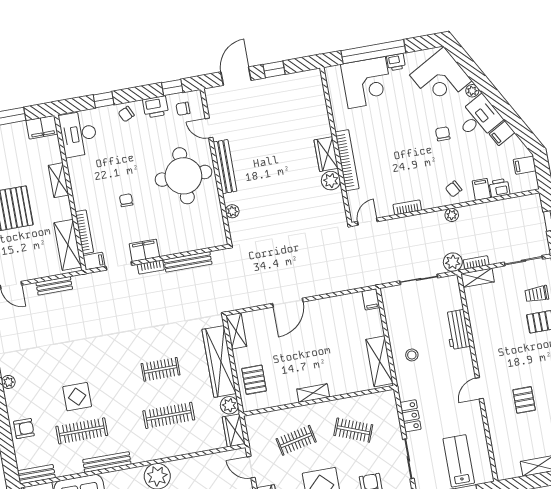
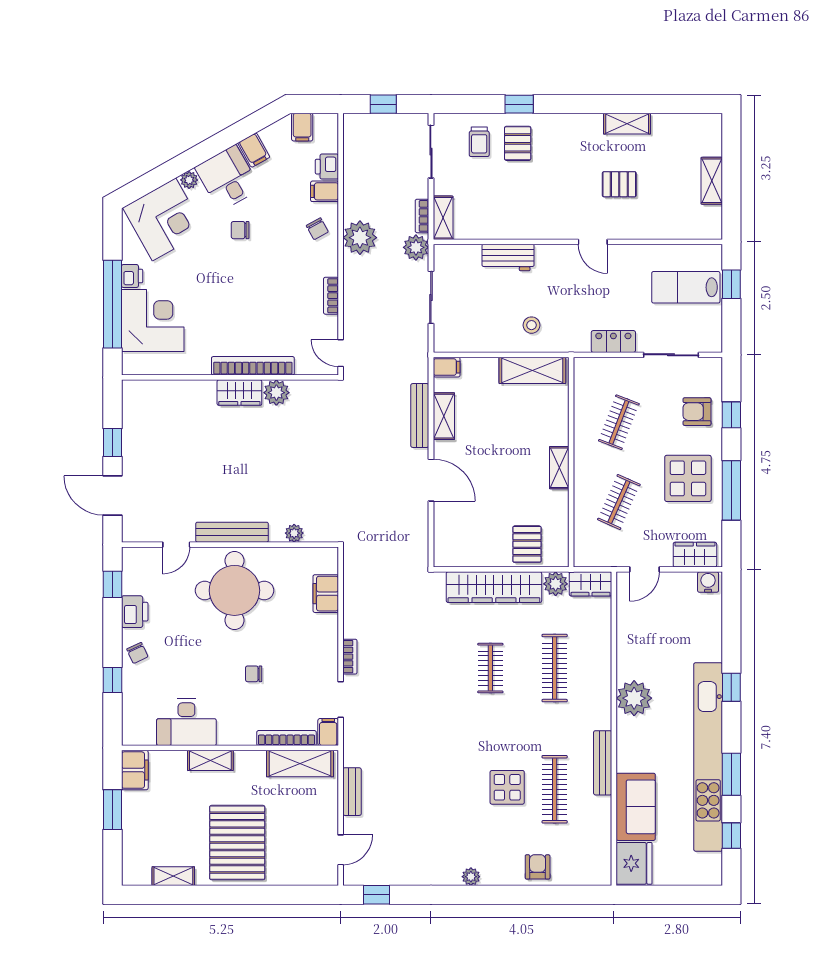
chair: (183, 109) -> (144, 575), removed
desk: (78, 134) -> (186, 722), moved
plant: (452, 215) -> (360, 238), width x1.88, depth x1.88
filing cabinet: (144, 250) -> (326, 594), moved
bench: (188, 262) -> (420, 415), moved
shelving: (236, 331) -> (444, 416), moved, turned 90
pallet: (254, 380) -> (527, 544), turned 90
clothes rail: (296, 440) -> (619, 502), turned 36
bench: (36, 474) -> (602, 861), removed

